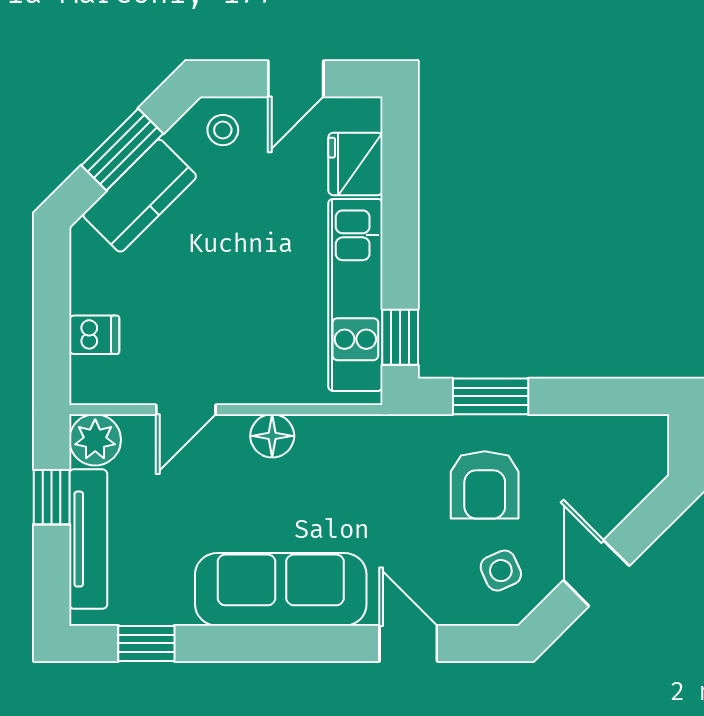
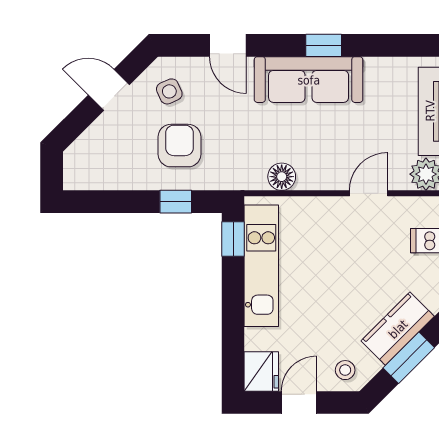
fridge: (355, 164) -> (261, 372), moved
window: (491, 396) -> (176, 202), width x0.67
floor lamp: (272, 436) -> (282, 177), moved
door: (596, 573) -> (109, 90), swing flipped
window: (146, 643) -> (324, 45), moved

